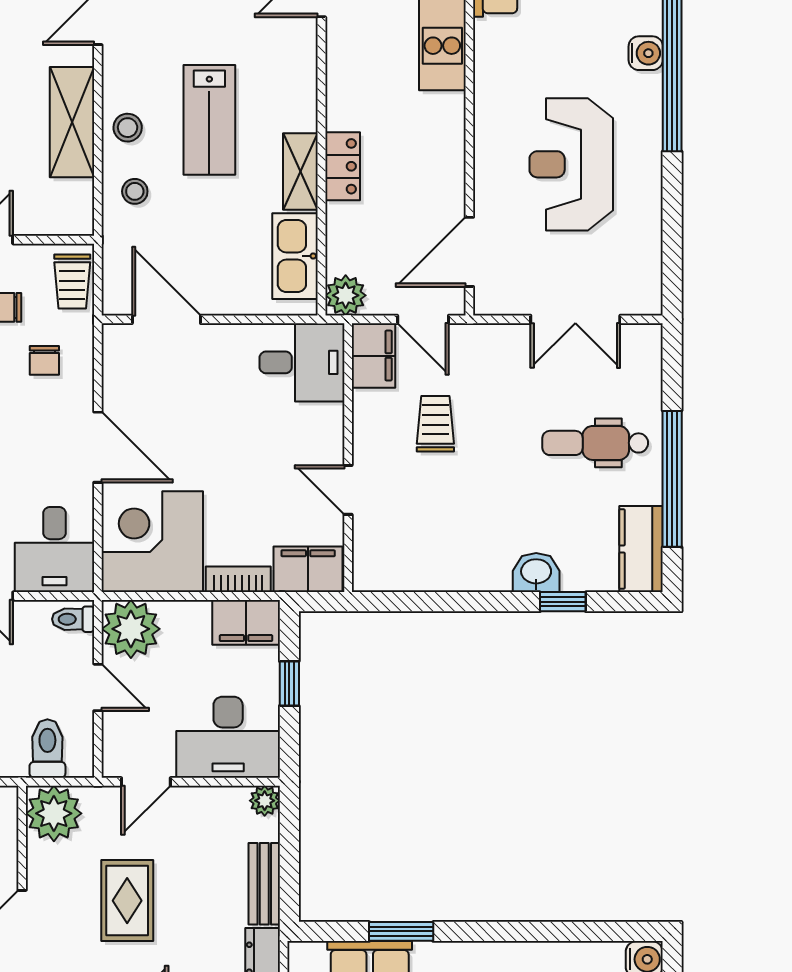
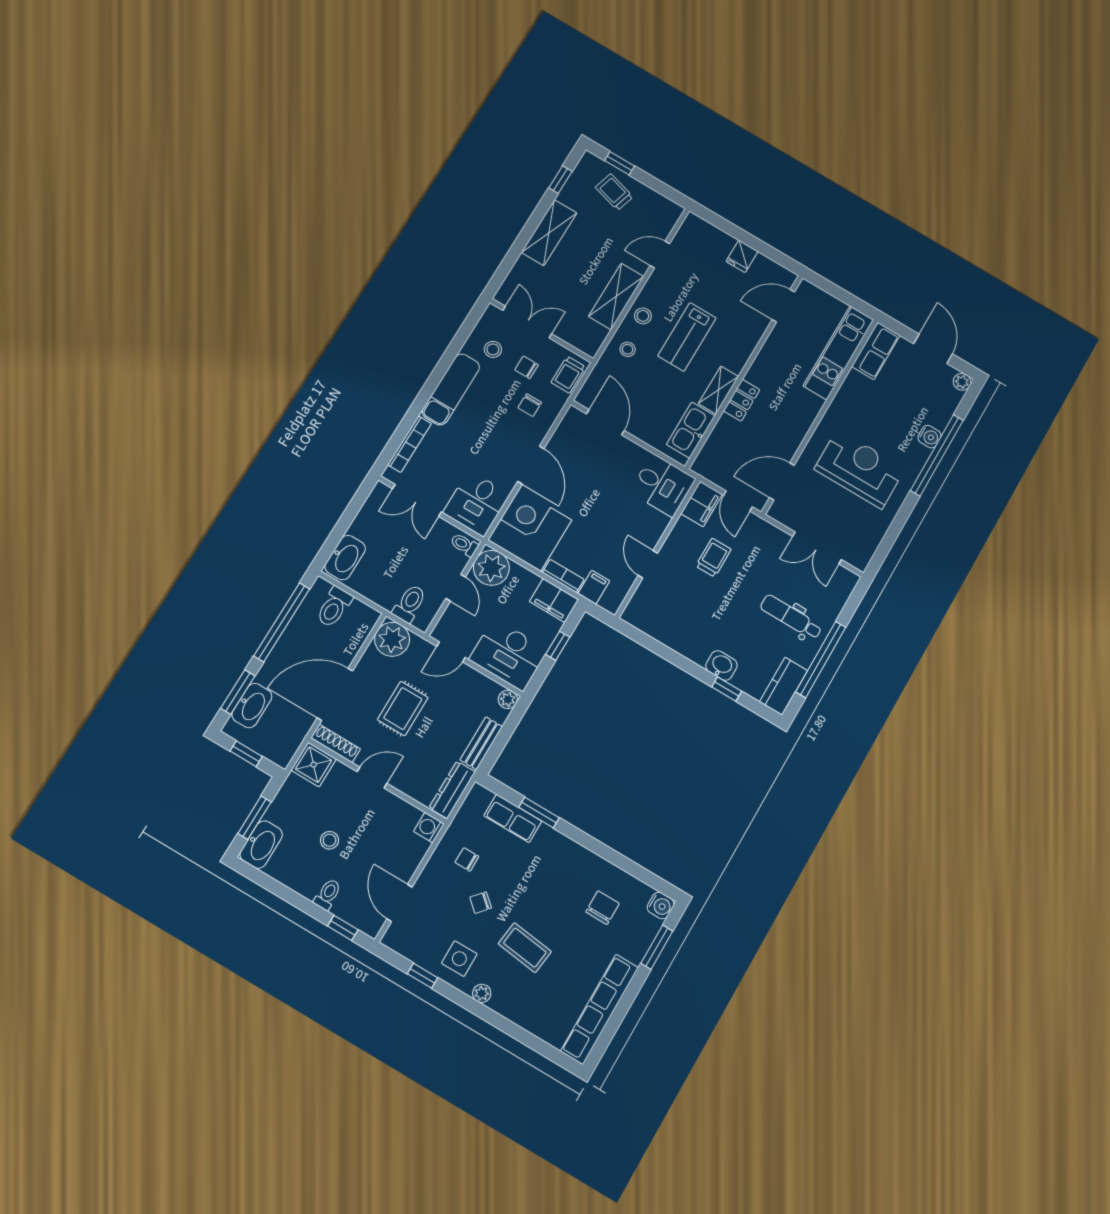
reception desk: (571, 164) -> (860, 469), turned 90
plant: (346, 295) -> (705, 465), removed
filing cabinet: (308, 569) -> (594, 587), width x0.50

